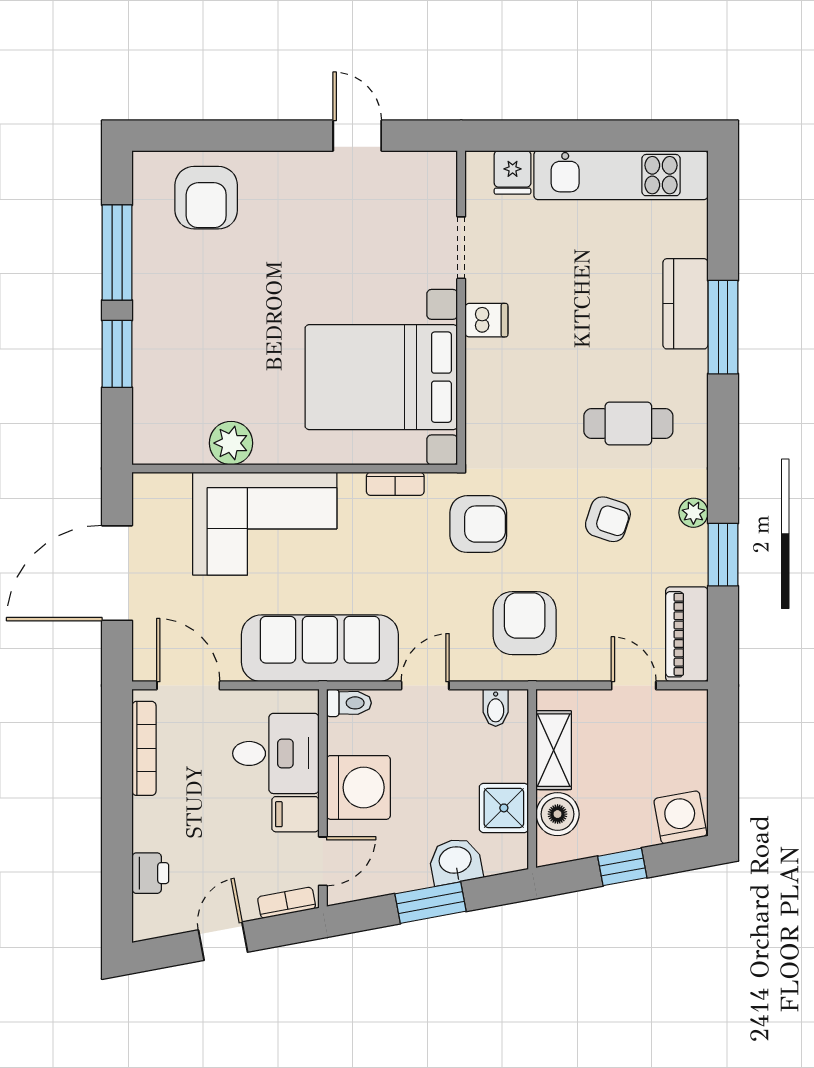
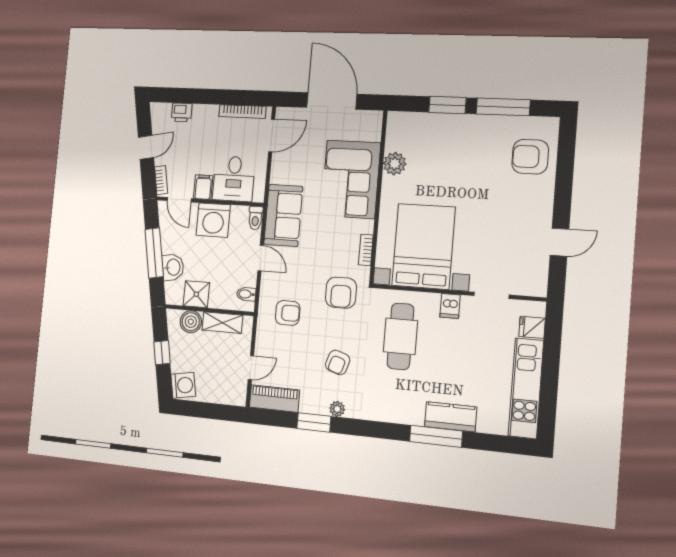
cafe table: (628, 424) -> (400, 336), moved, width x1.37, depth x1.35
armchair: (525, 623) -> (288, 313), width x0.72, depth x0.72
sofa: (320, 648) -> (283, 215), width x0.73
window: (430, 903) -> (154, 253), width x1.44
door: (223, 941) -> (146, 147), hinge flipped

